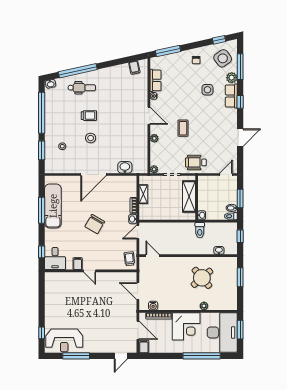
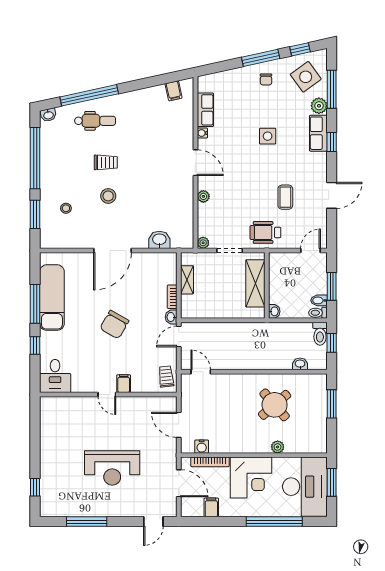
window: (168, 51) -> (261, 58), moved
side table: (207, 90) -> (268, 136), moved
coffee table: (183, 128) -> (285, 197), moved
toilet: (200, 230) -> (320, 334), moved
window: (42, 252) -> (35, 346), moved
filing cabinet: (78, 264) -> (124, 384), moved
reception desk: (64, 340) -> (112, 468), moved
filing cabinet: (144, 346) -> (211, 507), moved

